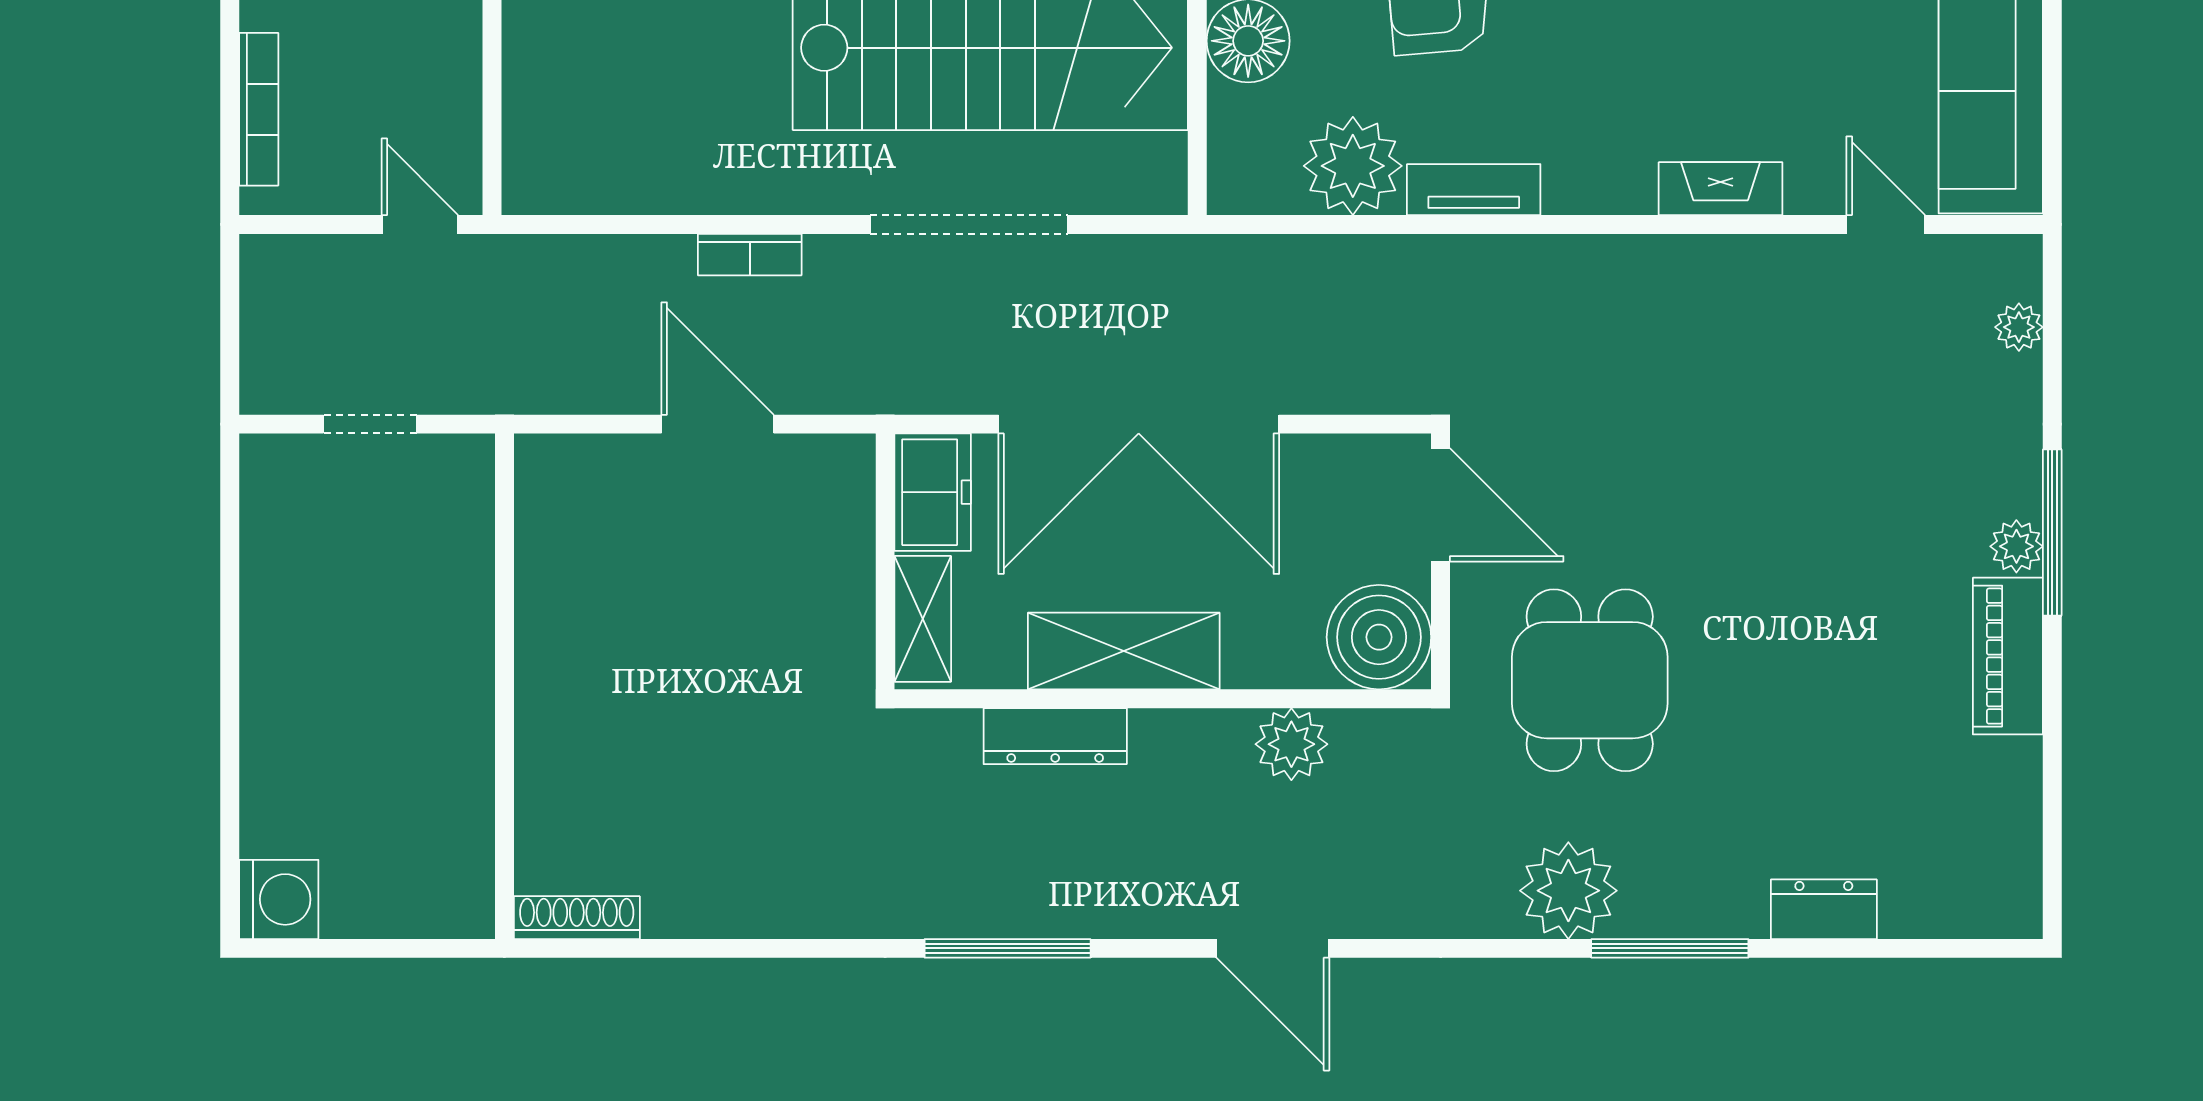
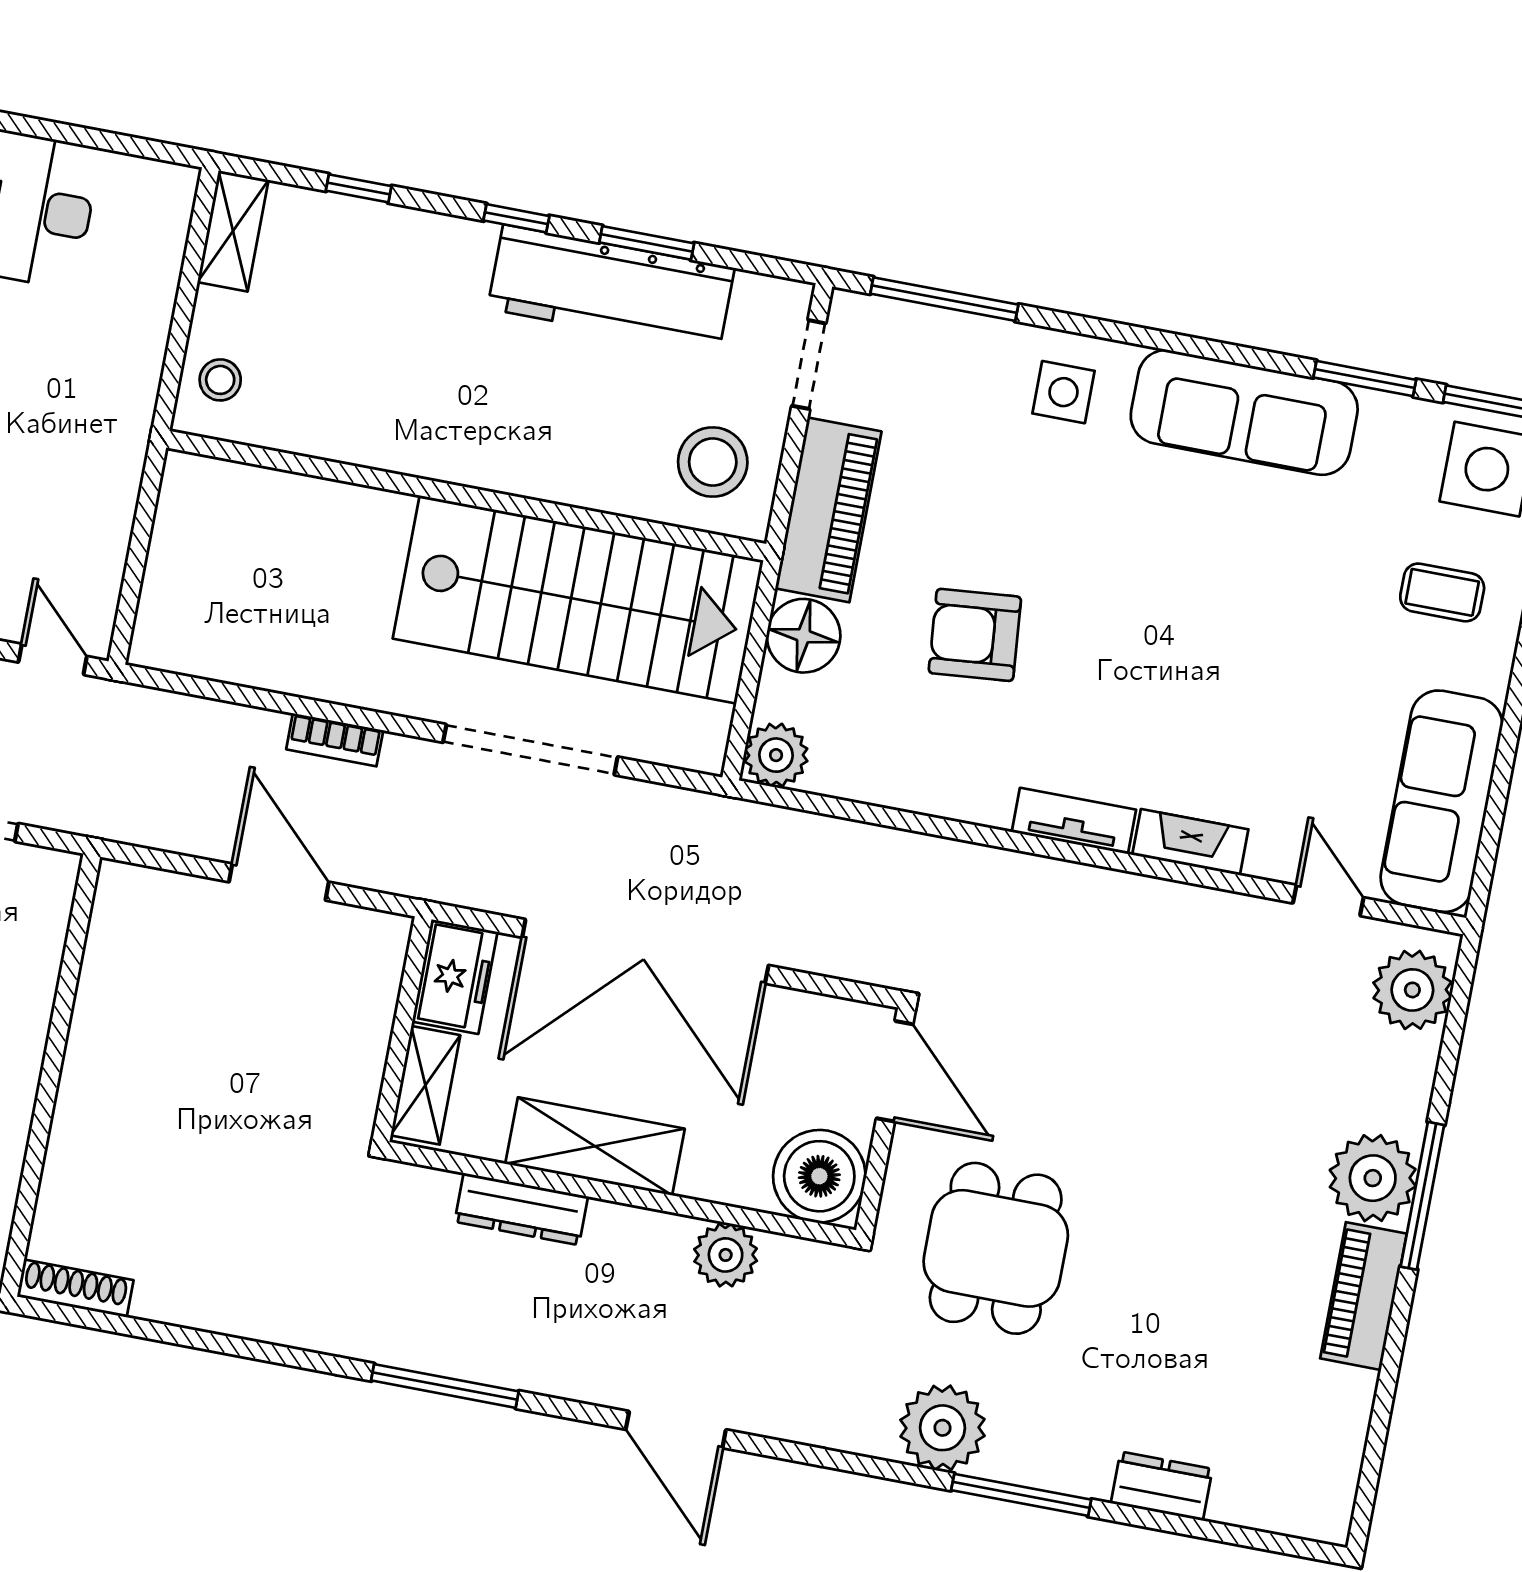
plant: (1353, 166) -> (776, 755), moved, width x0.73, depth x0.73
tv unit: (1474, 190) -> (1074, 821), moved
plant: (2019, 327) -> (1412, 990), width x1.88, depth x1.88
plant: (2016, 546) -> (1373, 1178), width x1.87, depth x1.87

